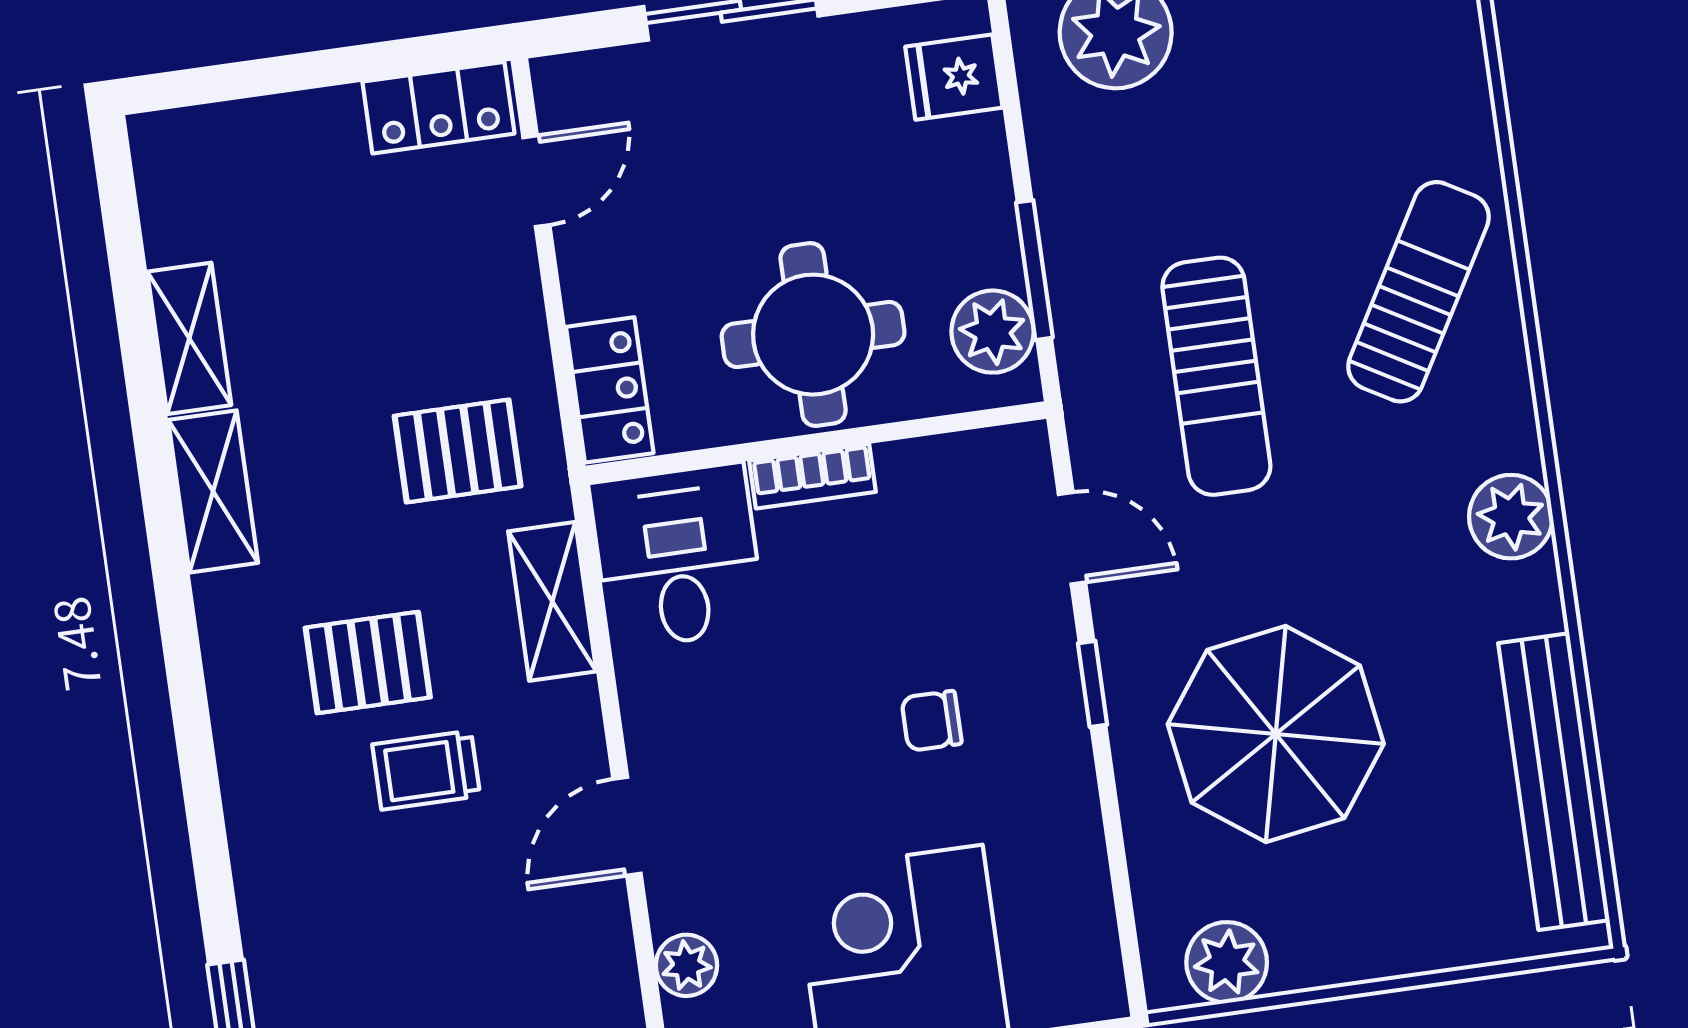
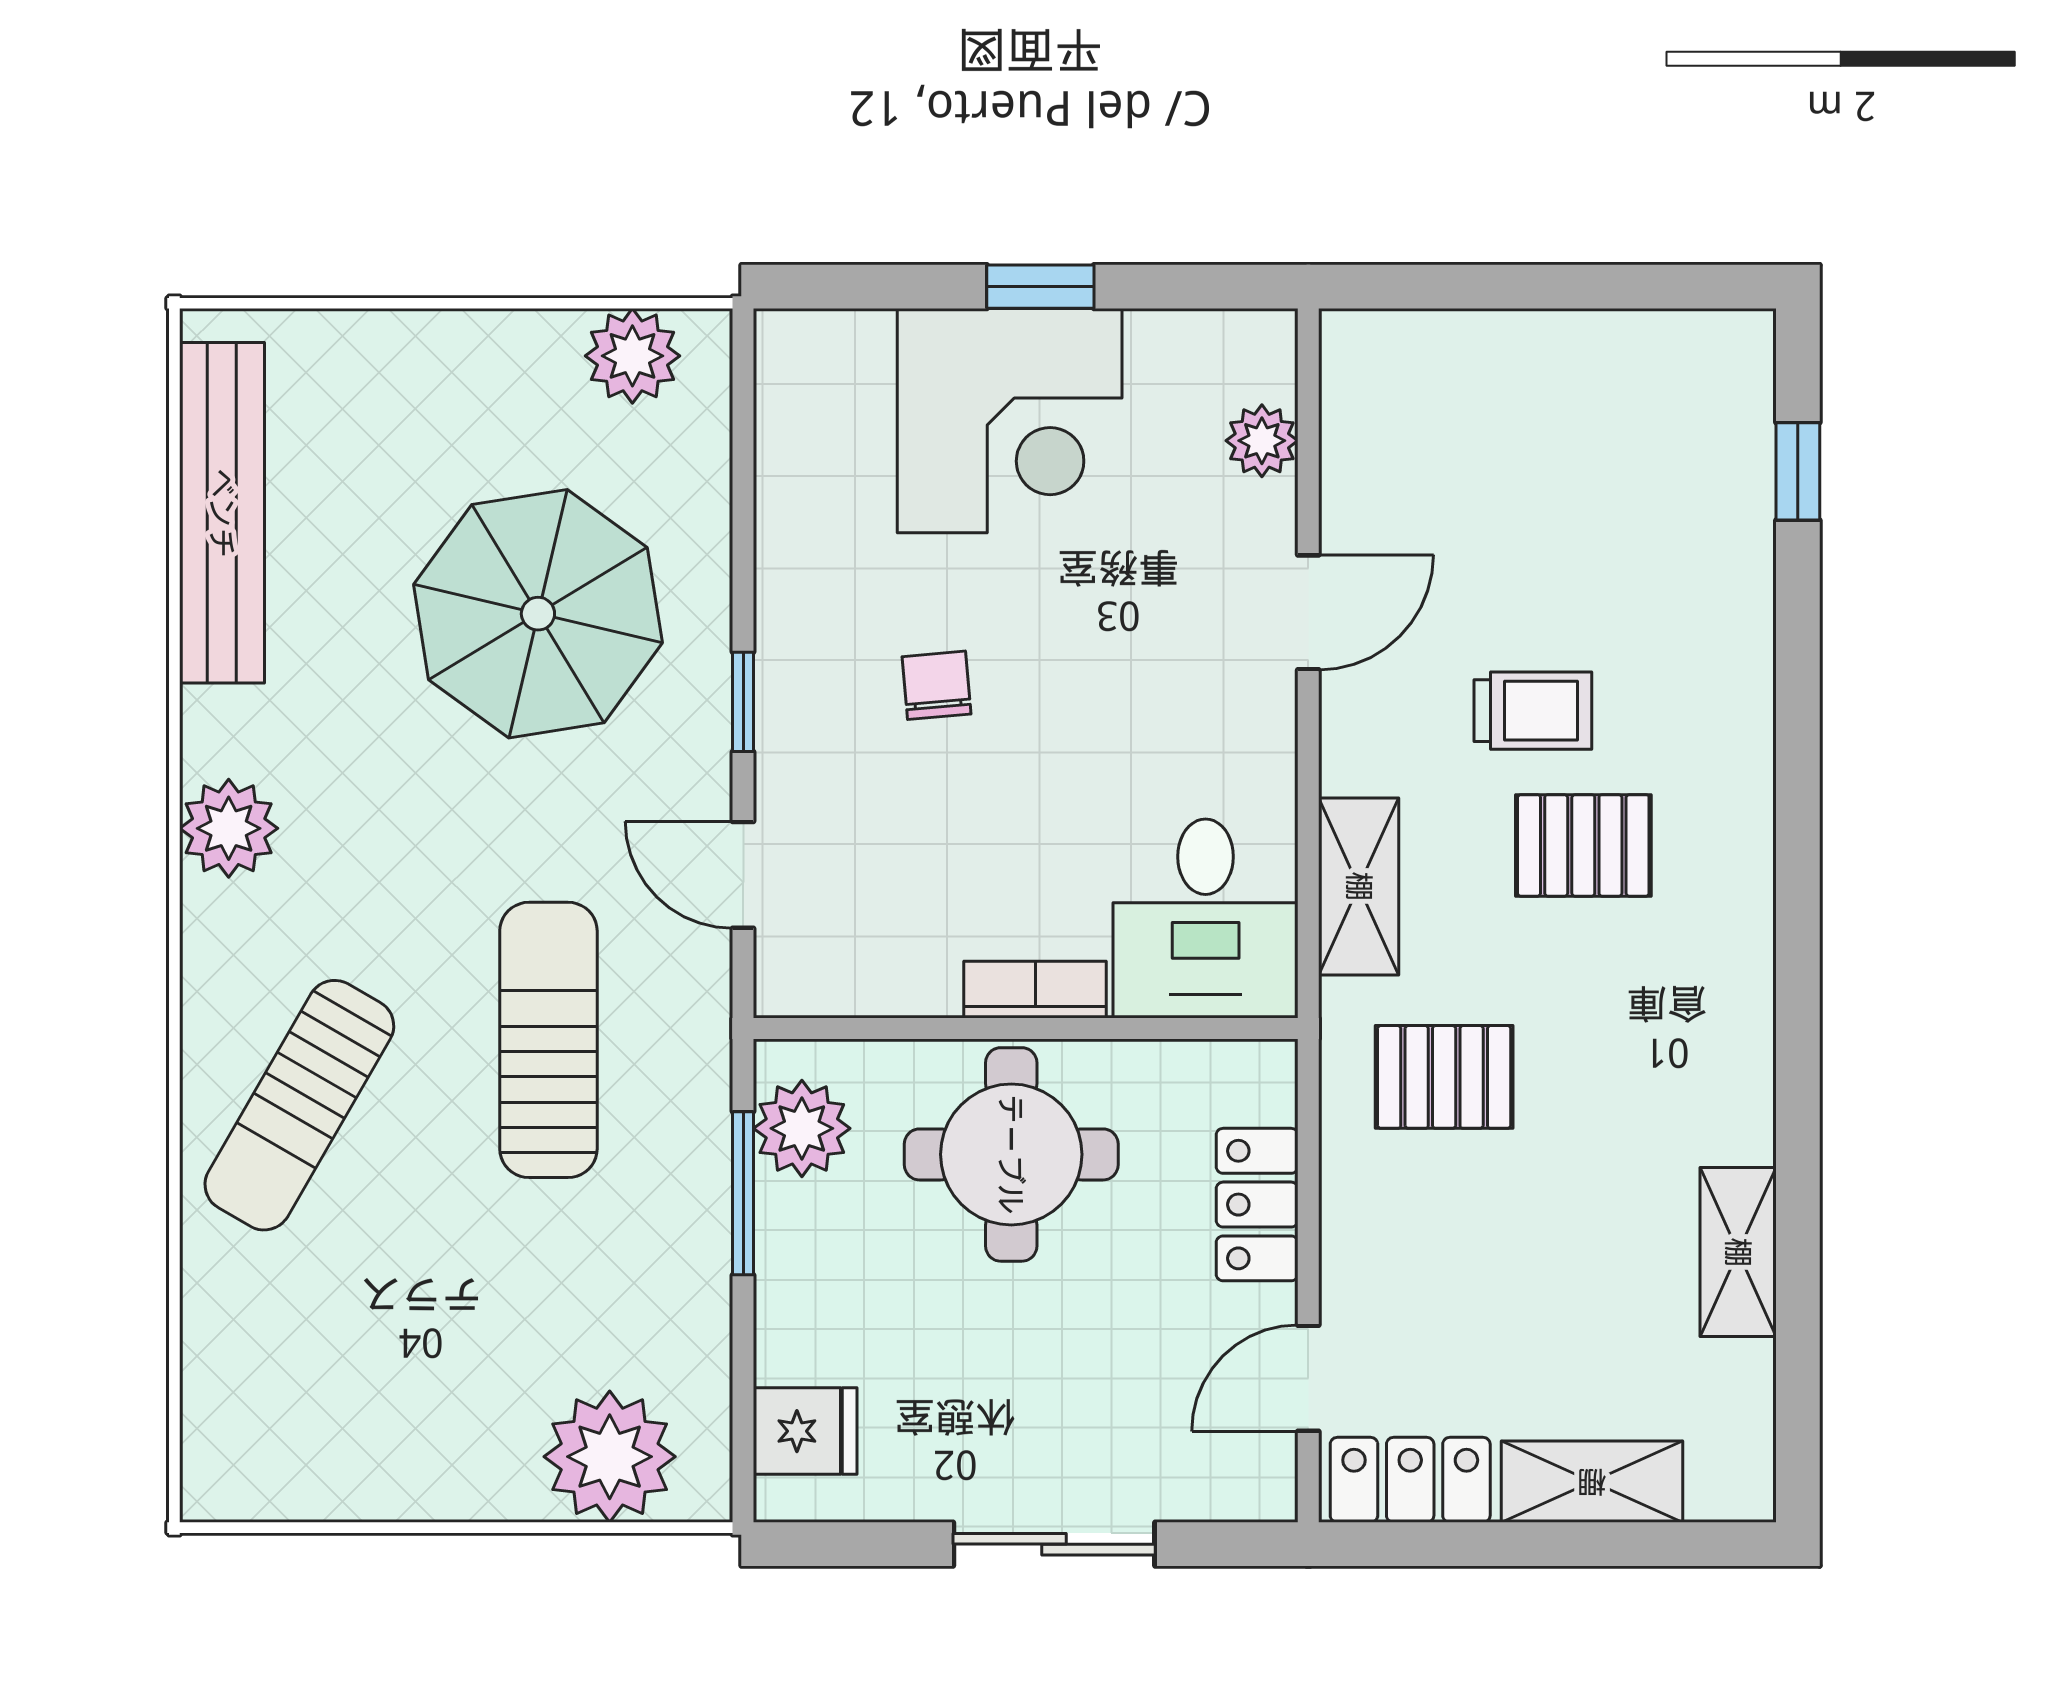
locker: (610, 390) -> (1257, 1205), moved
shelving: (213, 491) -> (1592, 1482), moved, turned 90
chair: (931, 721) -> (937, 685), turned -95

